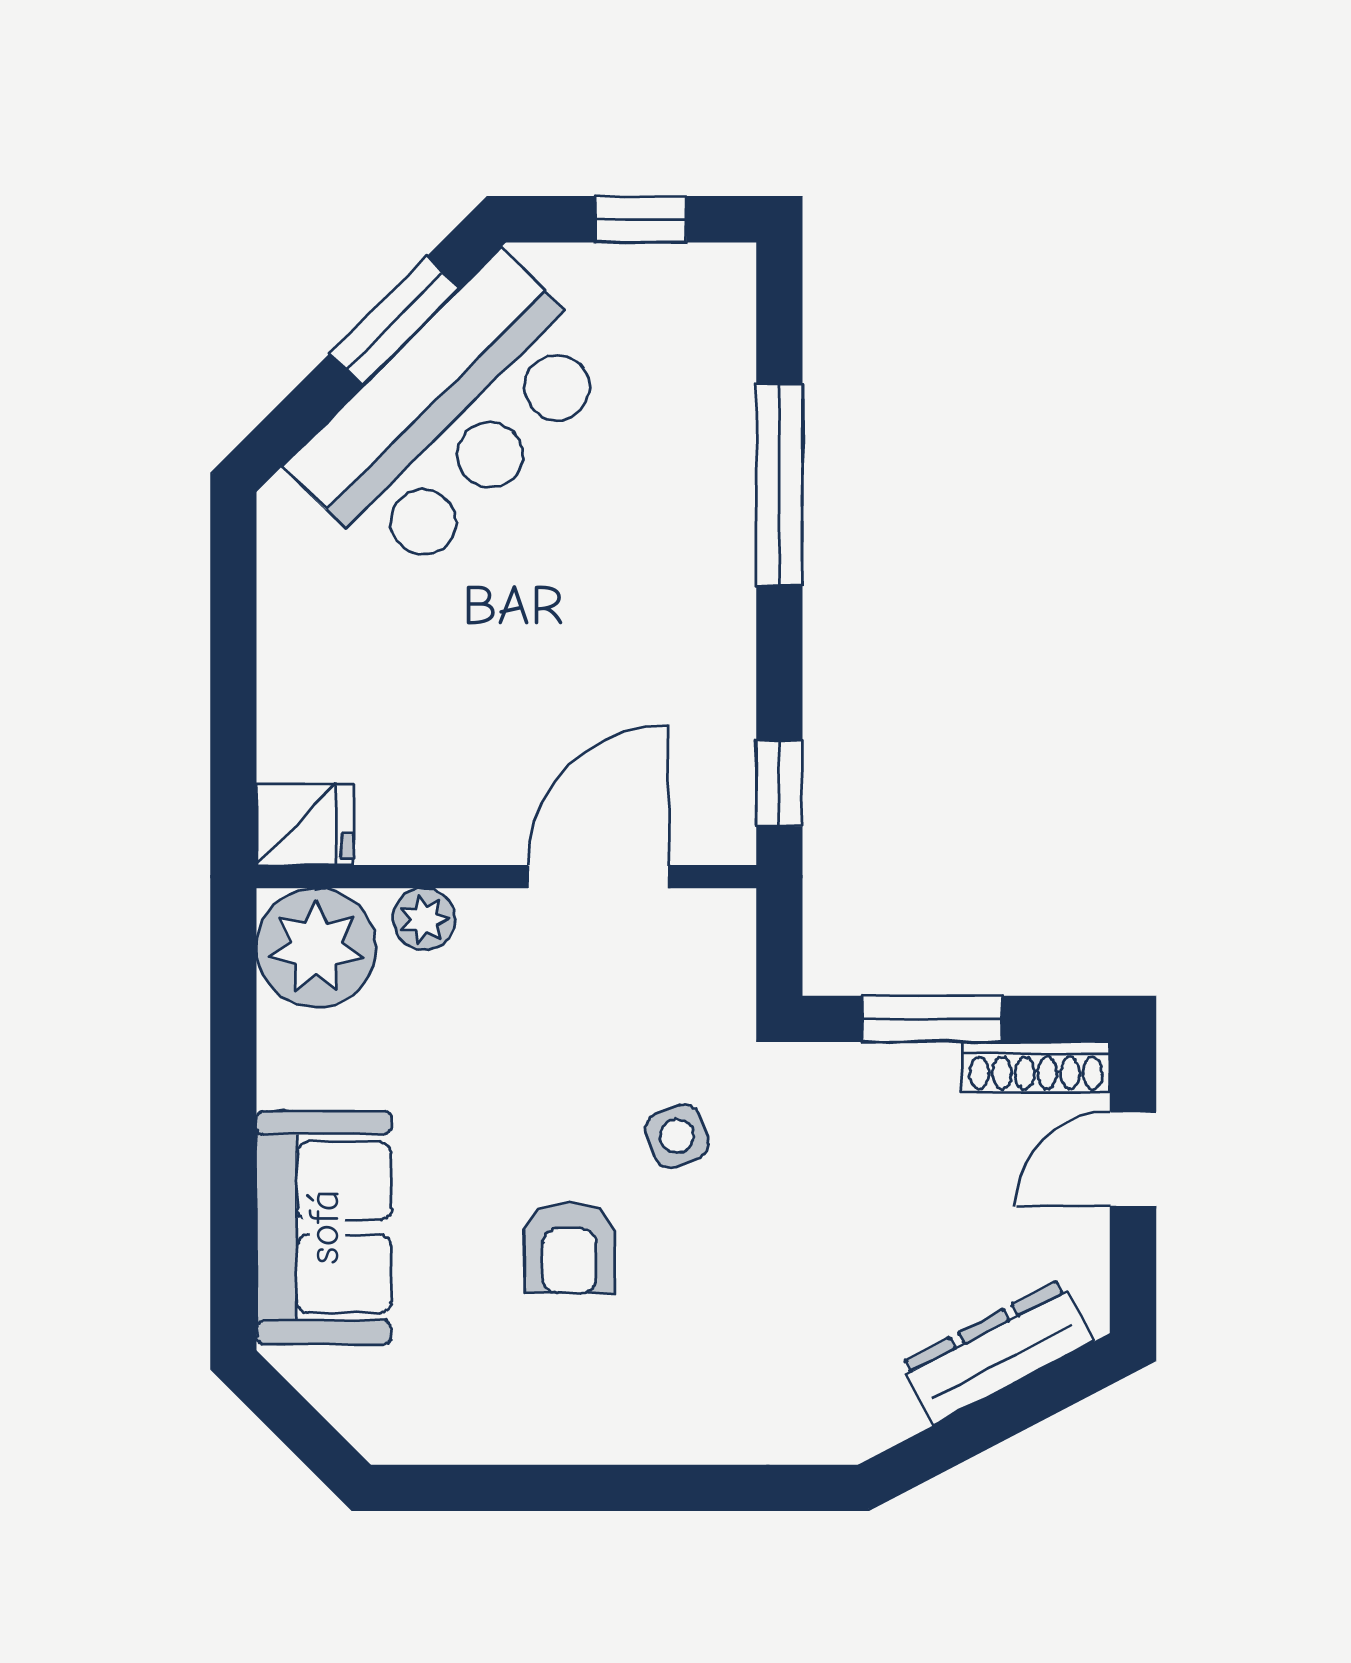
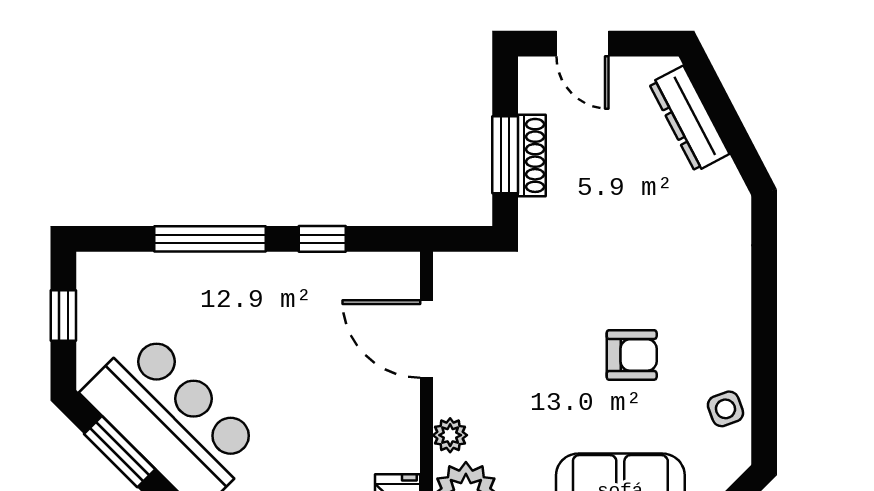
window: (779, 783) -> (322, 239), moved
shoe rack: (1036, 1067) -> (532, 155), moved
side table: (677, 1136) -> (725, 409), moved

